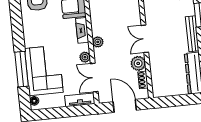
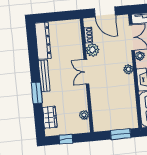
double door: (145, 39) -> (86, 72), swing flipped

